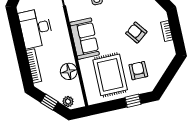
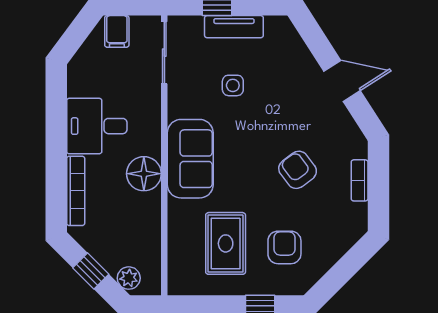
desk: (36, 28) -> (97, 126), width x0.73
floor lamp: (69, 71) -> (144, 174), moved
rug: (110, 75) -> (226, 243), width x0.73, depth x0.70

